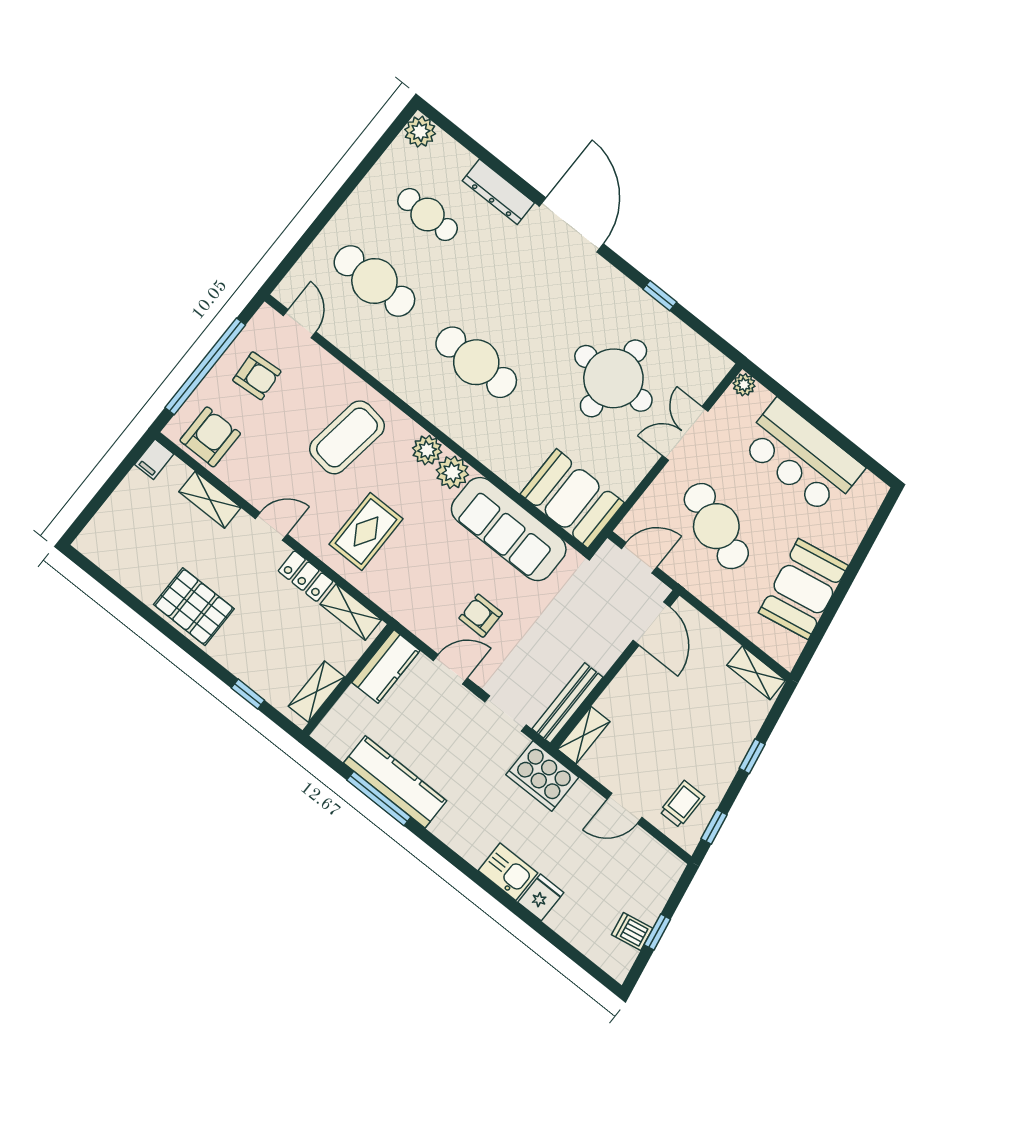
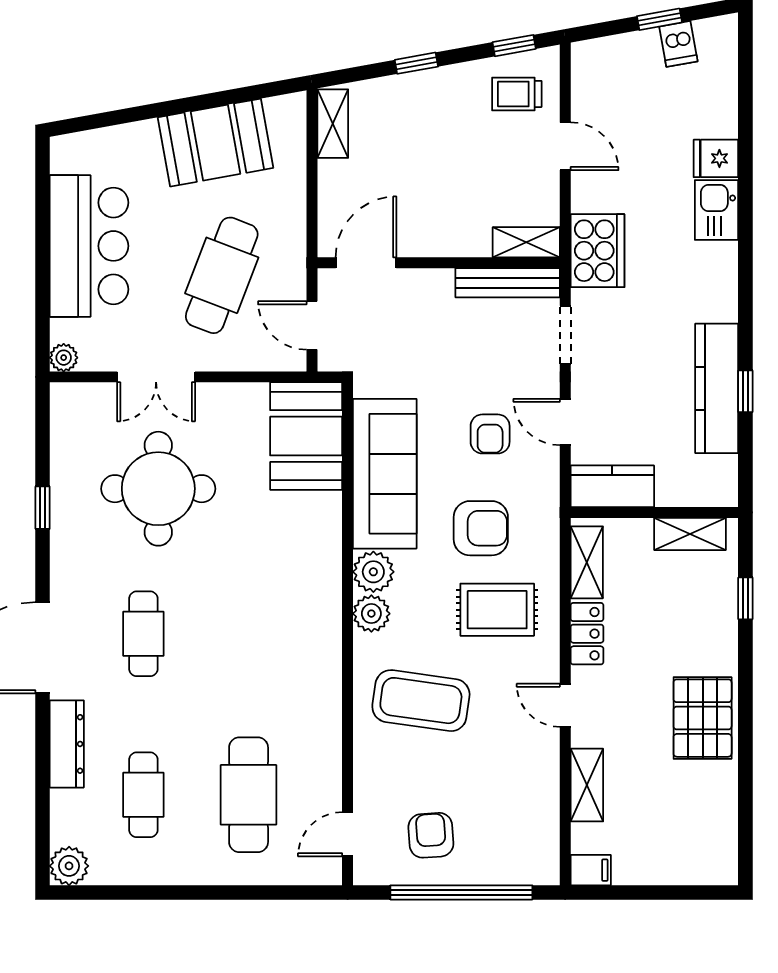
cafe table: (476, 362) -> (143, 634), moved, width x0.73, depth x0.74
armchair: (210, 437) -> (481, 528), moved, turned 180
window: (379, 799) -> (745, 391), width x0.46

